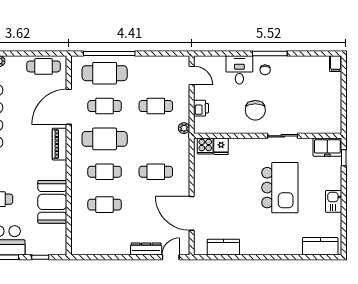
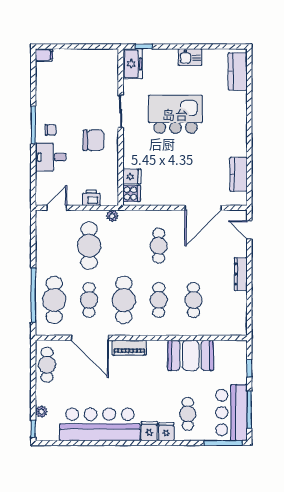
cafe table: (156, 106) -> (89, 246), width x1.37, depth x1.35
dresser: (146, 249) -> (241, 274), moved

